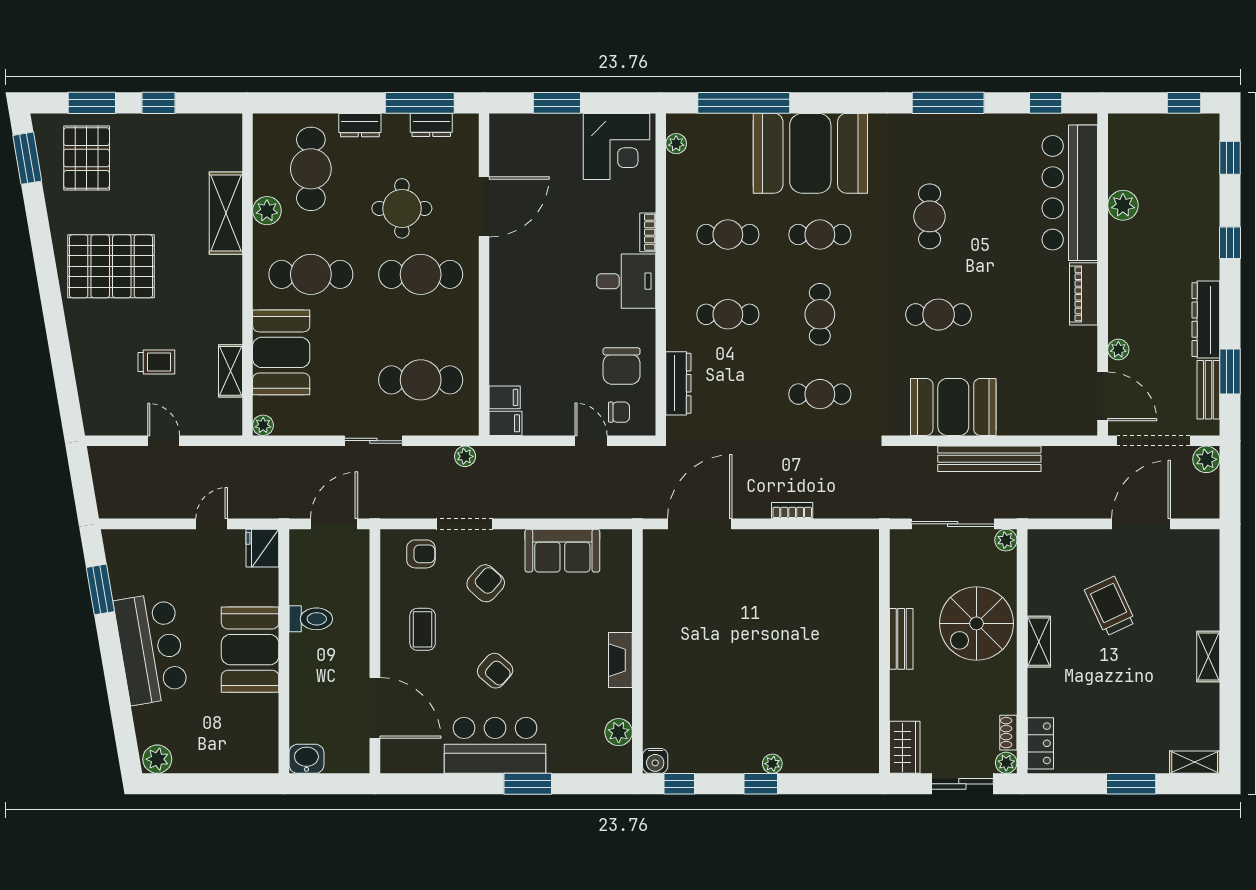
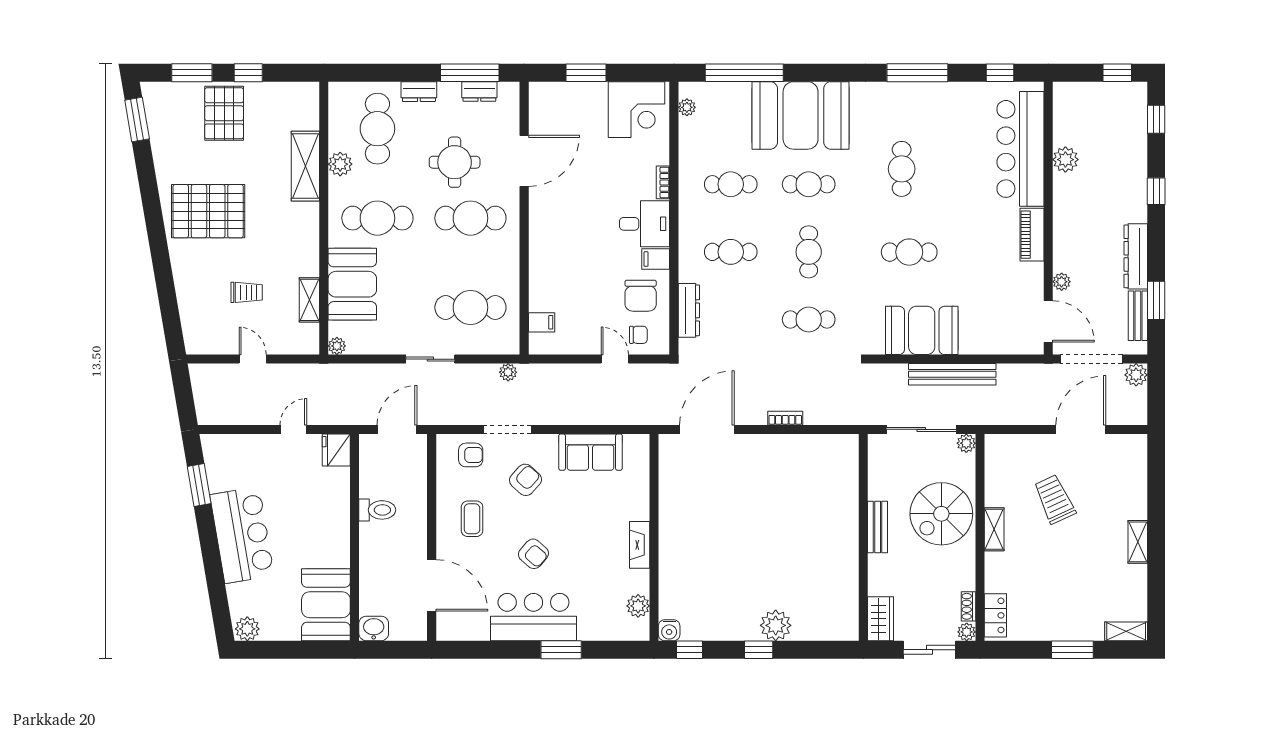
pallet: (87, 158) -> (224, 113), moved
filing cabinet: (506, 423) -> (656, 259), moved, turned 180
booth: (250, 650) -> (326, 605), moved
plant: (772, 764) -> (776, 625), width x1.88, depth x1.88

